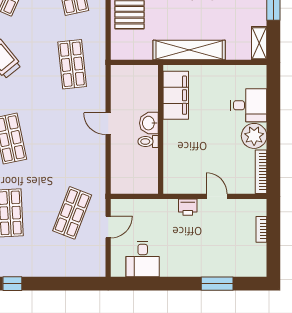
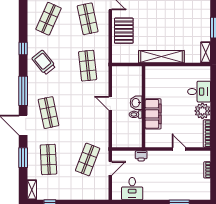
filing cabinet: (176, 95) -> (153, 114), moved
printer: (188, 207) -> (141, 156), moved

